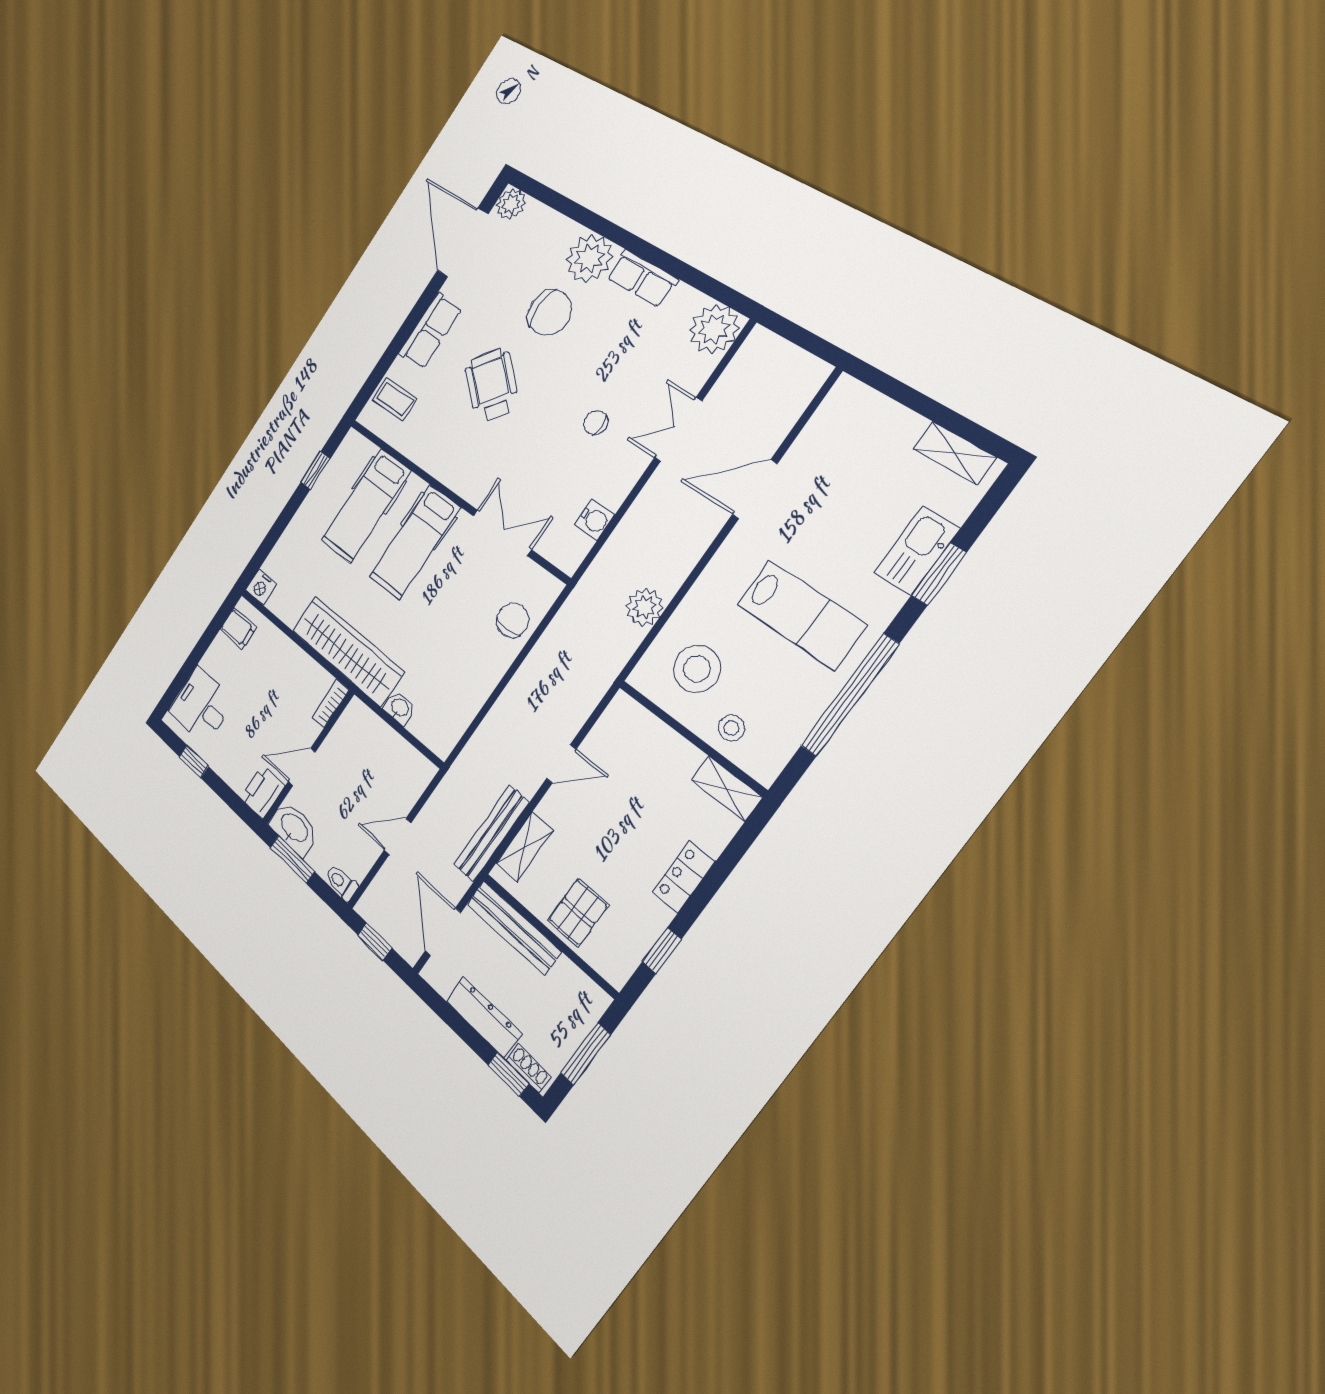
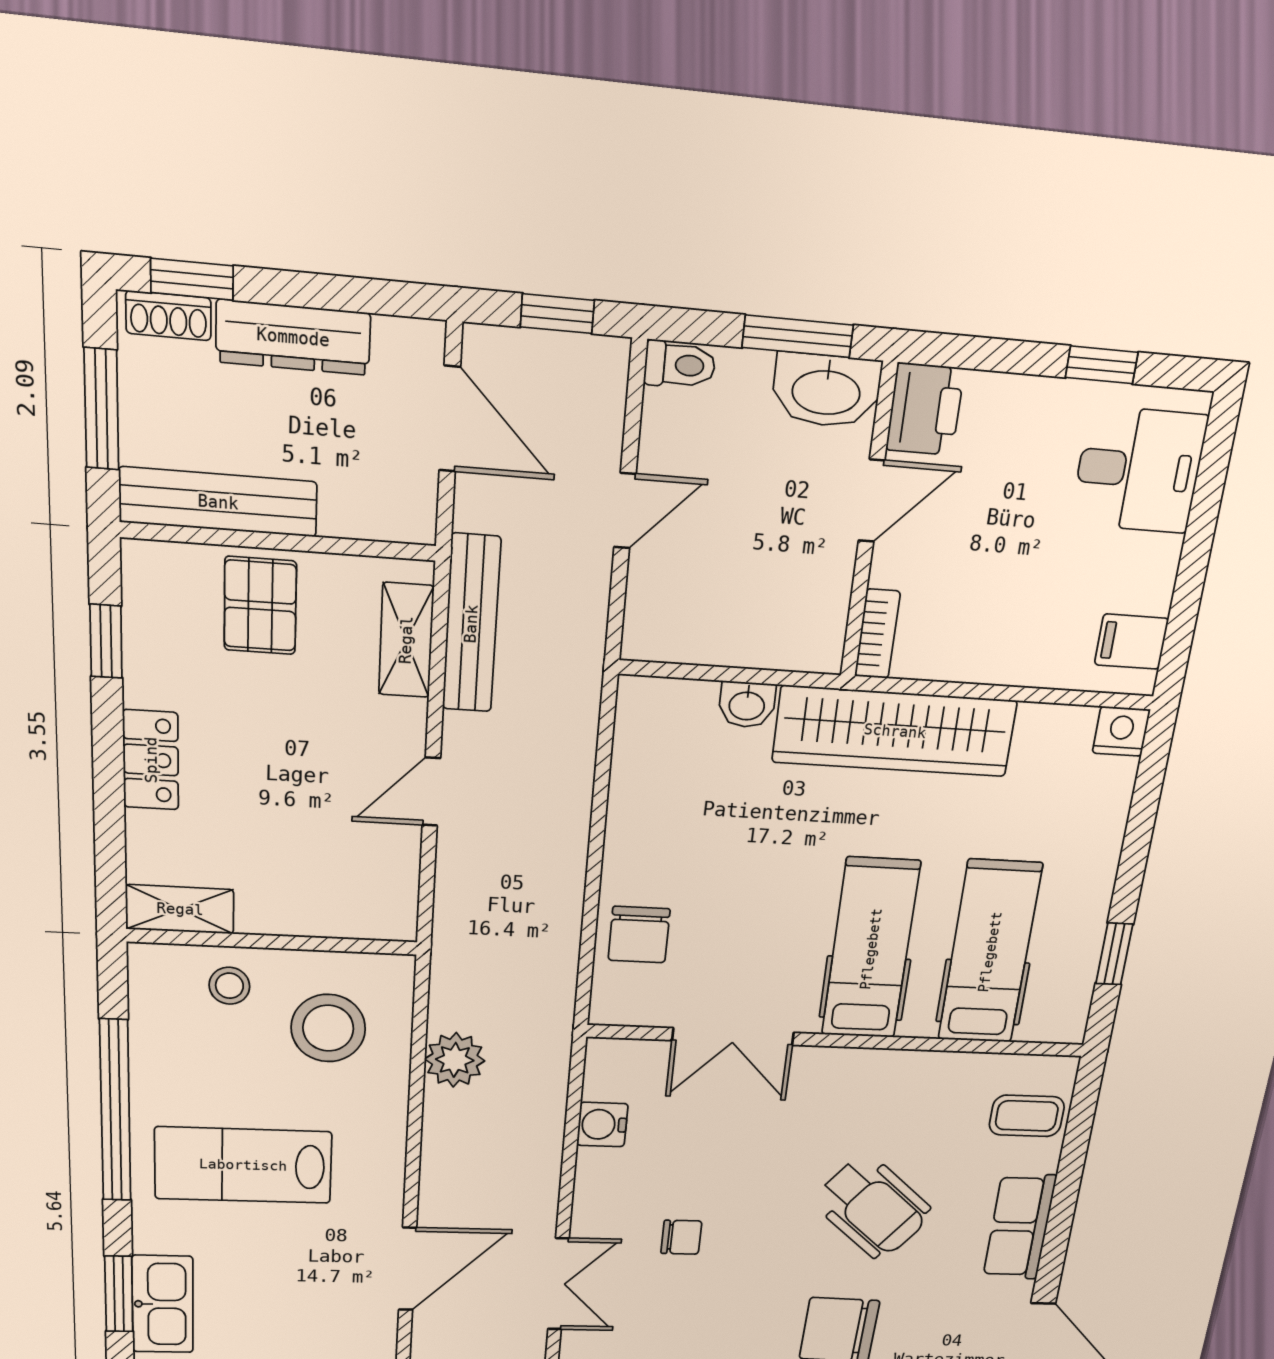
bench: (514, 927) -> (218, 502), moved

